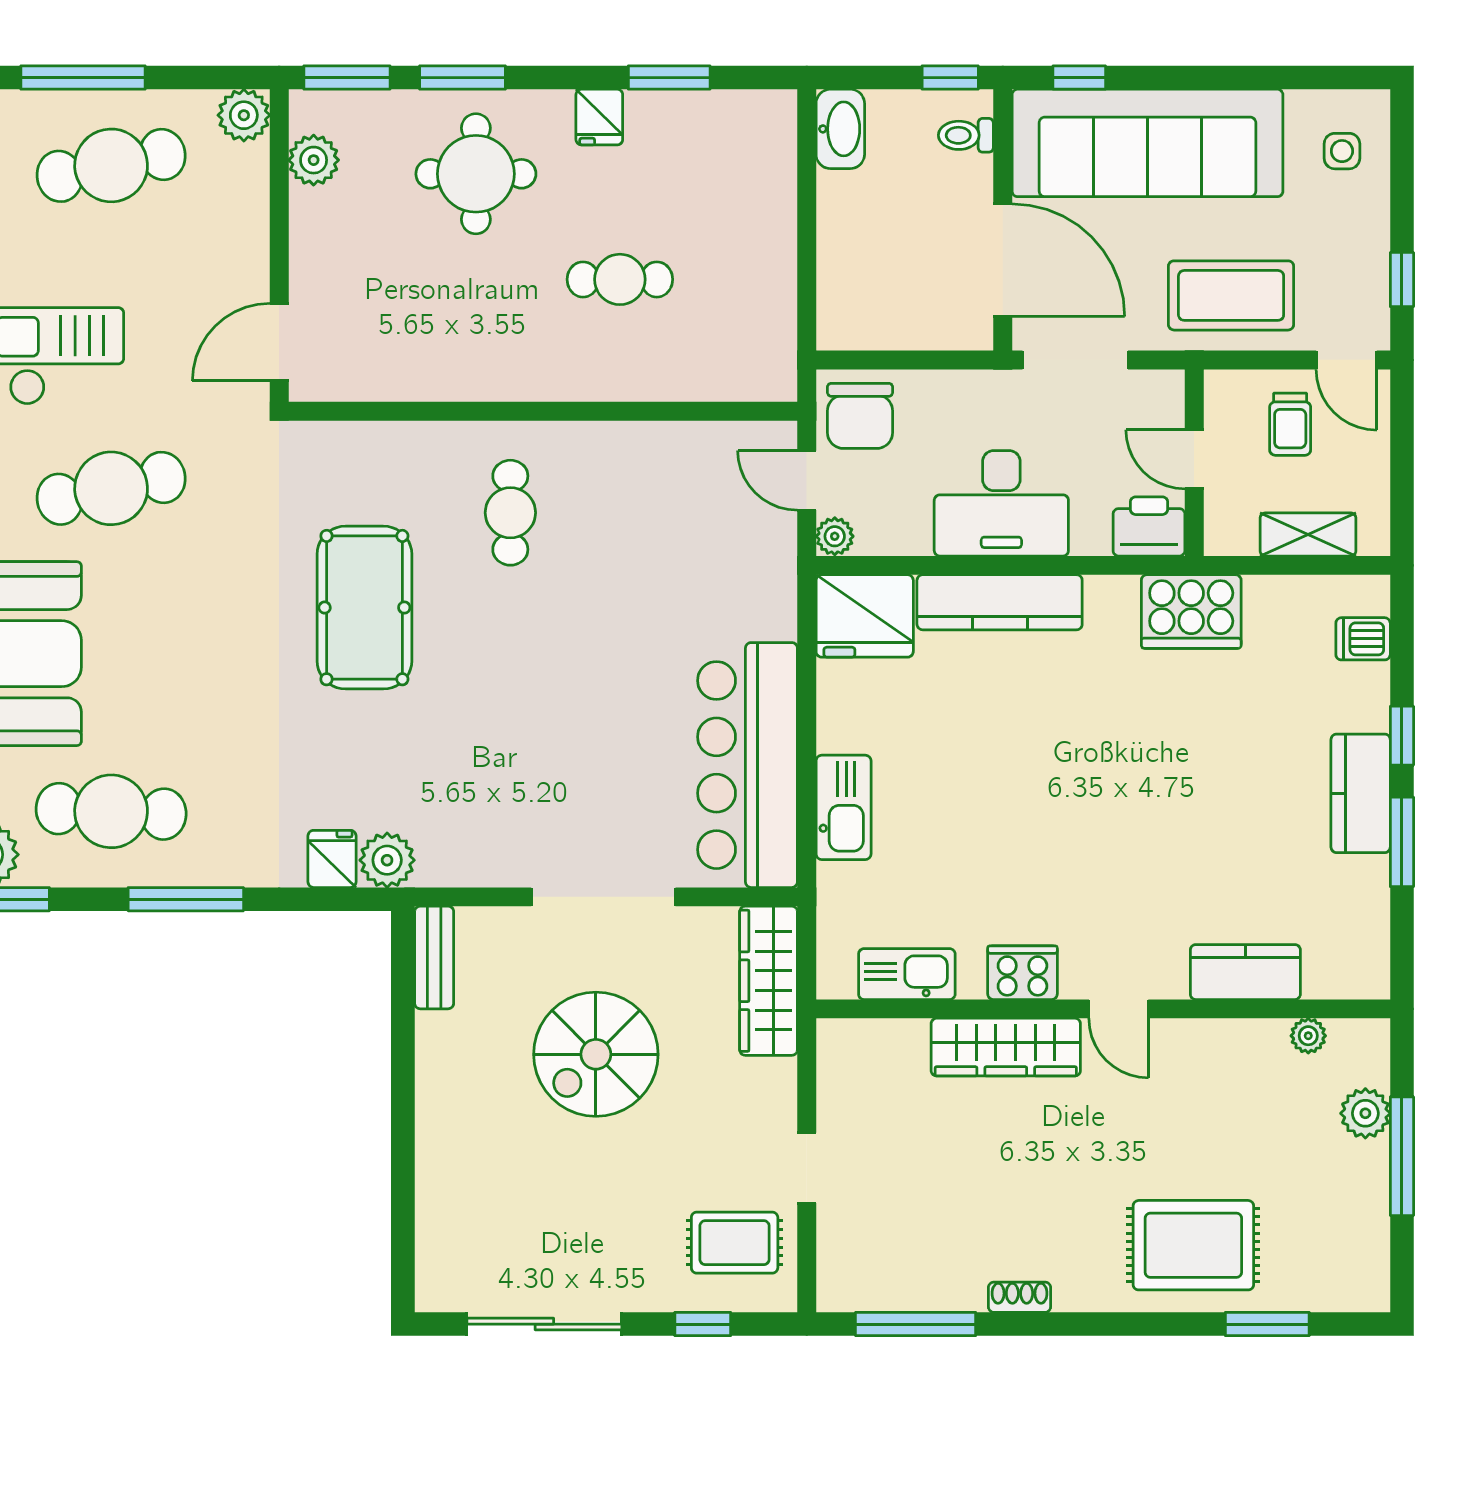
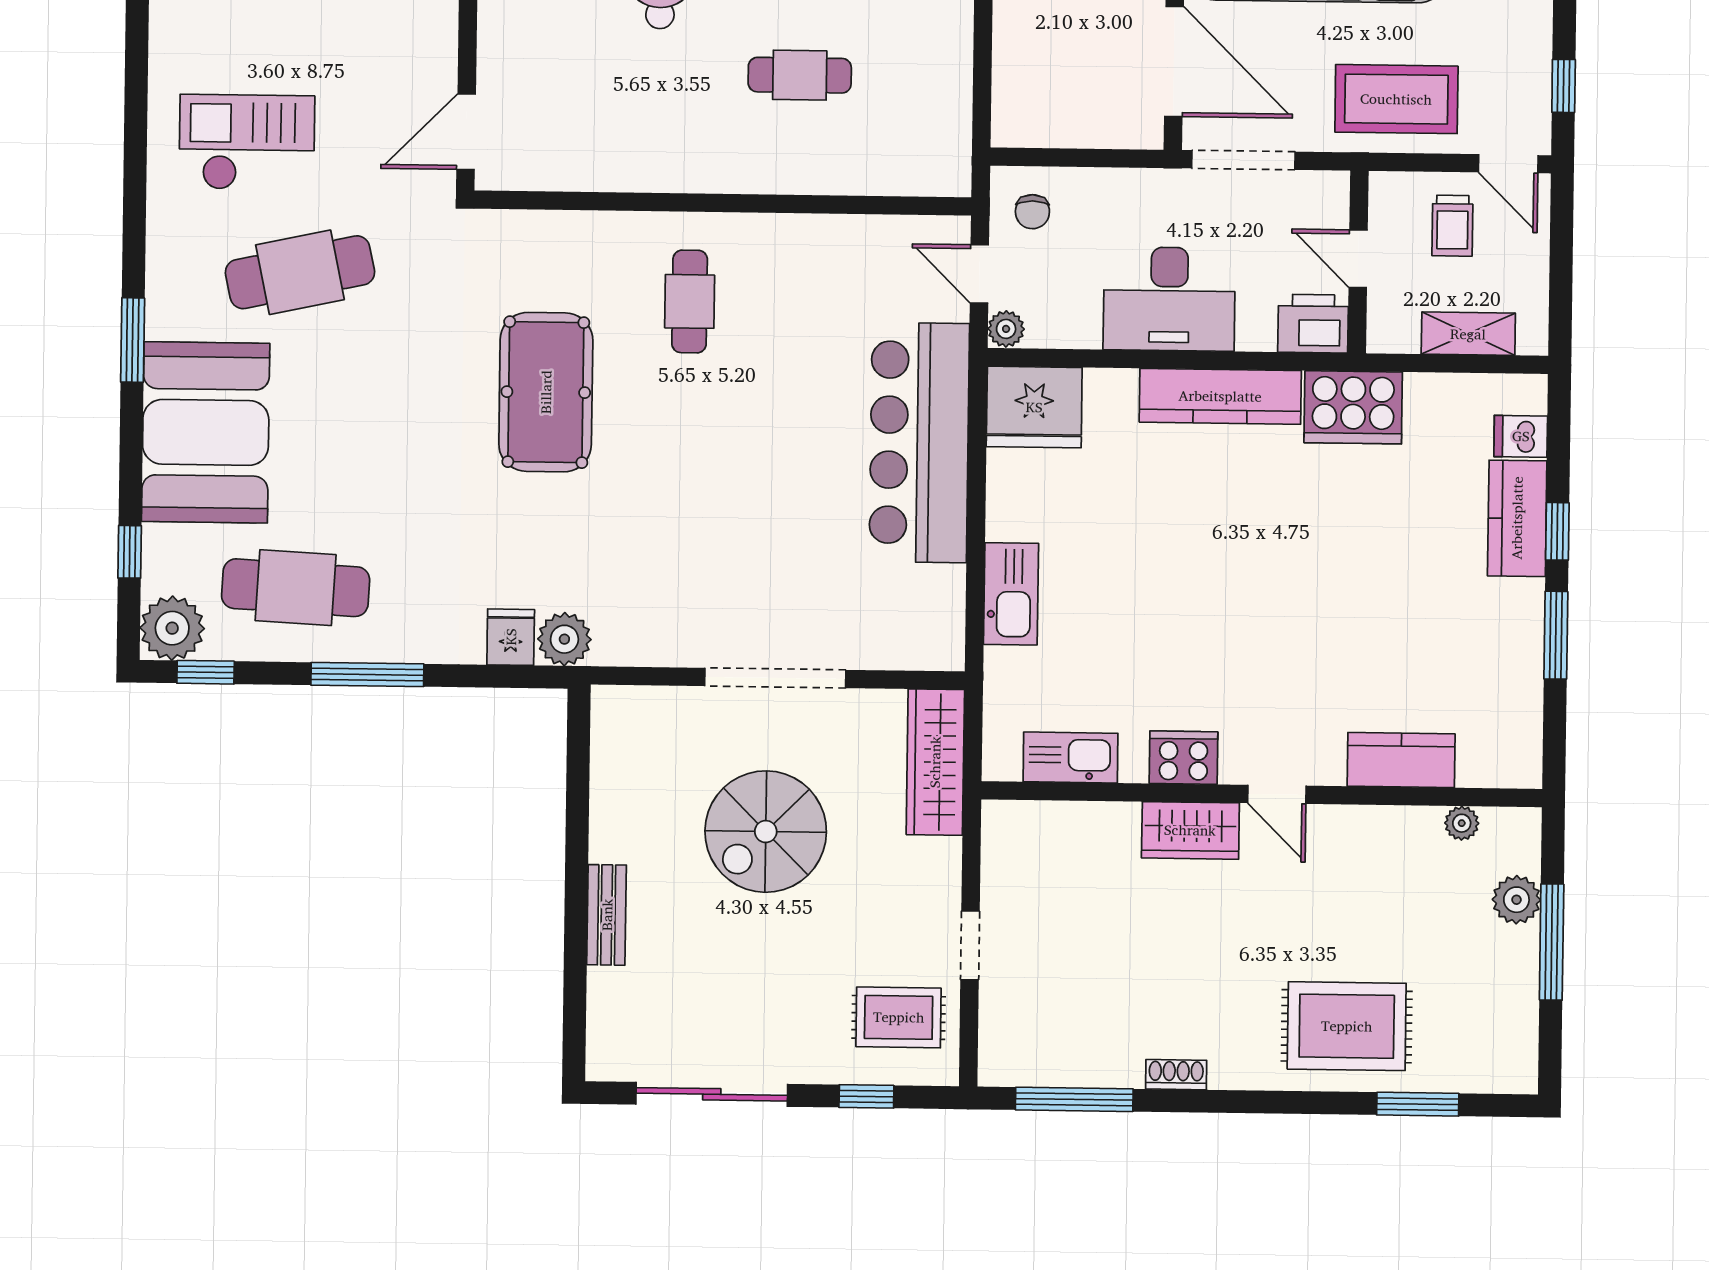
chair: (860, 416) -> (1032, 212), width x0.54, depth x0.54
kitchen counter: (1000, 602) -> (1220, 396), moved
bar counter: (747, 765) -> (919, 443), moved
kitchen counter: (1361, 793) -> (1517, 518), moved
bench: (434, 957) -> (607, 915), moved
wardrobe: (1006, 1047) -> (1190, 830), width x0.67

